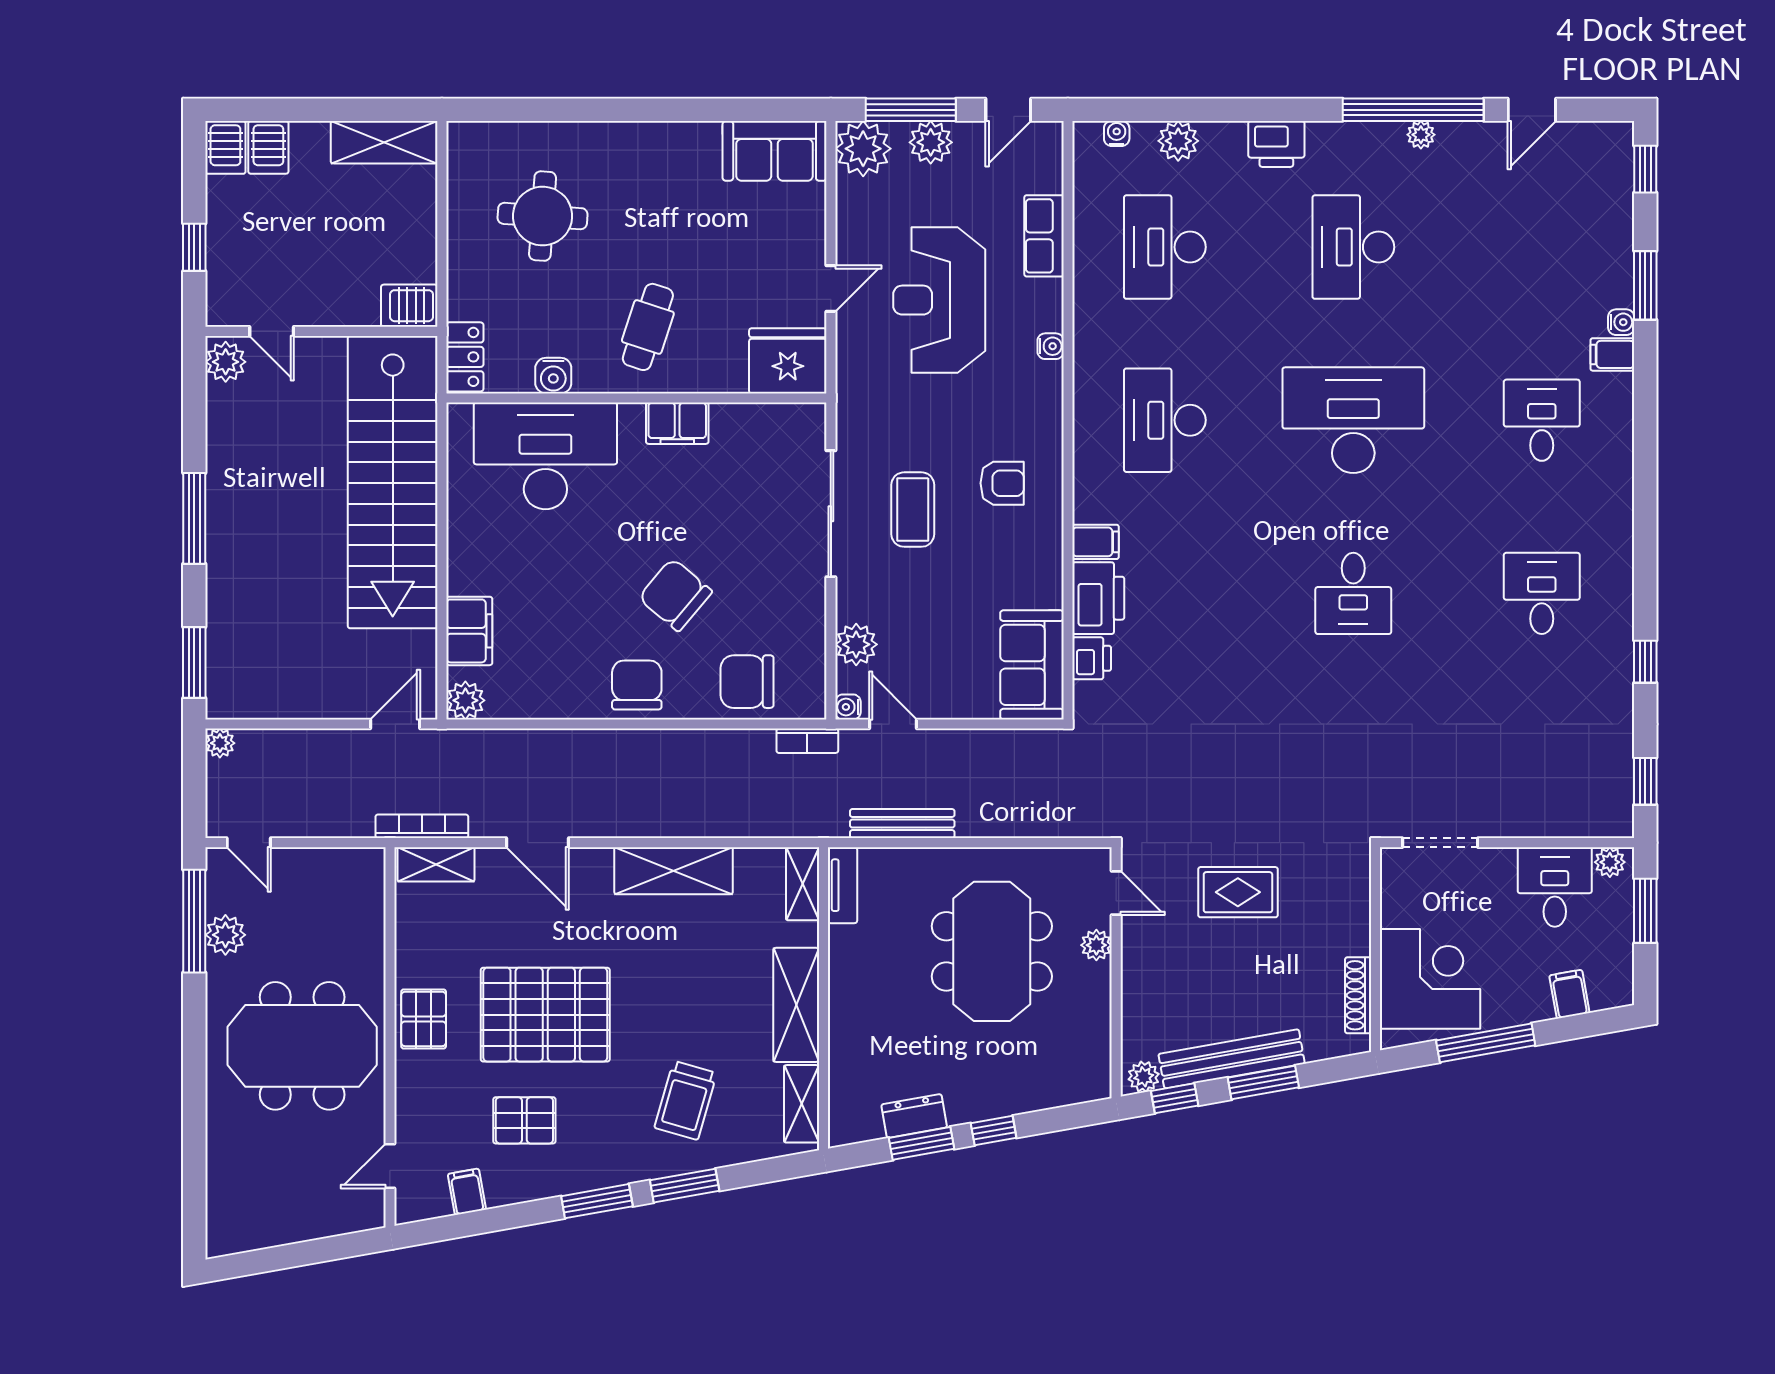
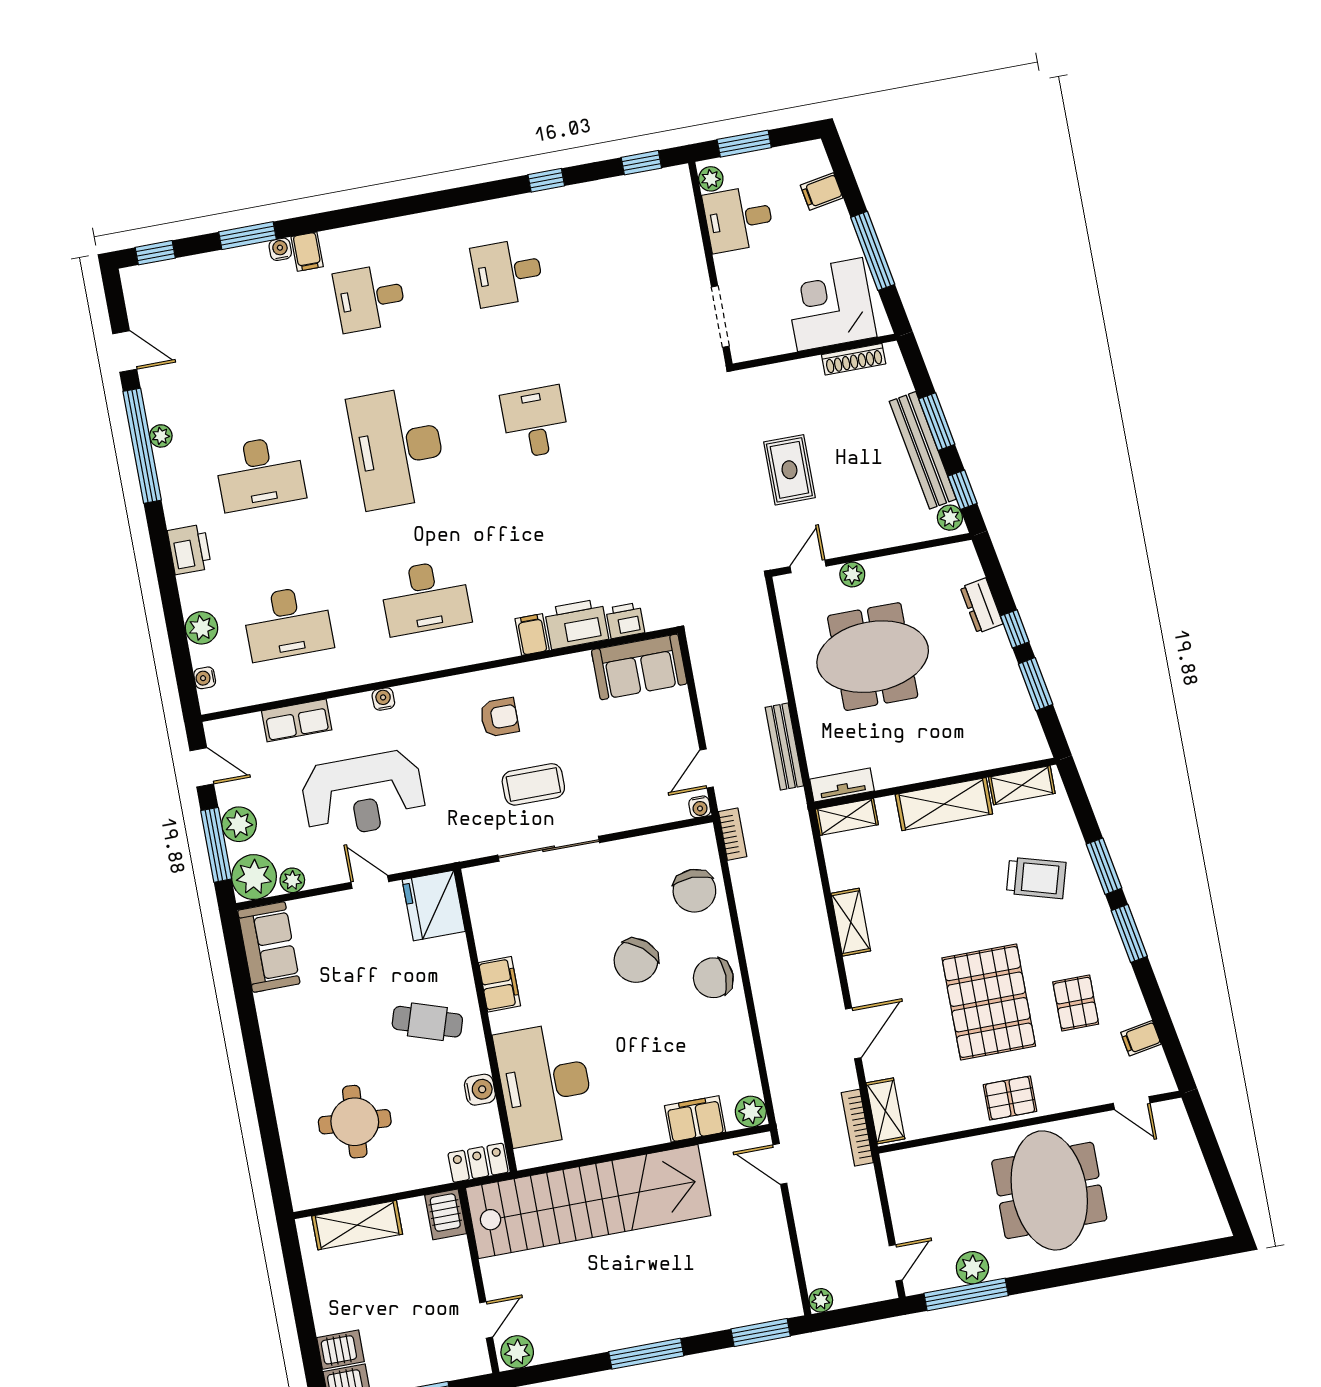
shelving: (384, 142) -> (357, 1225), moved, turned 90
armchair: (1002, 483) -> (499, 717), turned 90
desk: (1353, 593) -> (535, 422), turned -90
plant: (856, 644) -> (292, 880), moved, width x0.73, depth x0.73
shelving: (674, 871) -> (851, 922), width x0.67, depth x0.75
dresser: (914, 1116) -> (982, 606), moved

